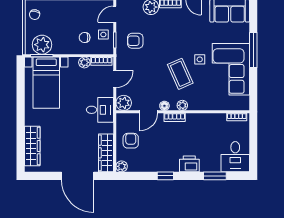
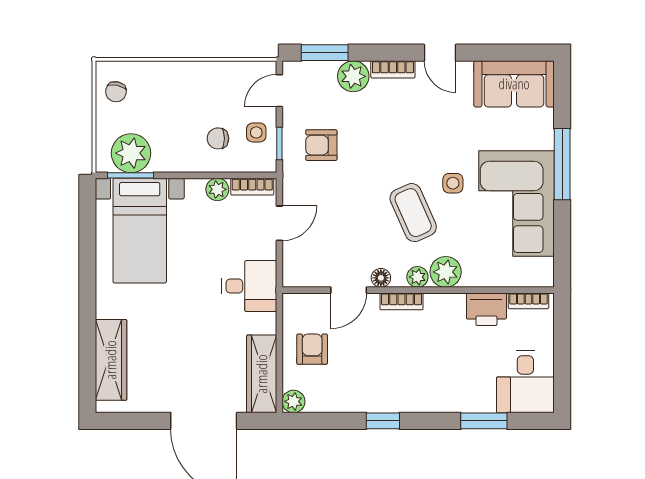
plant: (124, 103) -> (446, 272), moved
printer: (189, 164) -> (486, 309), moved, turned 180

